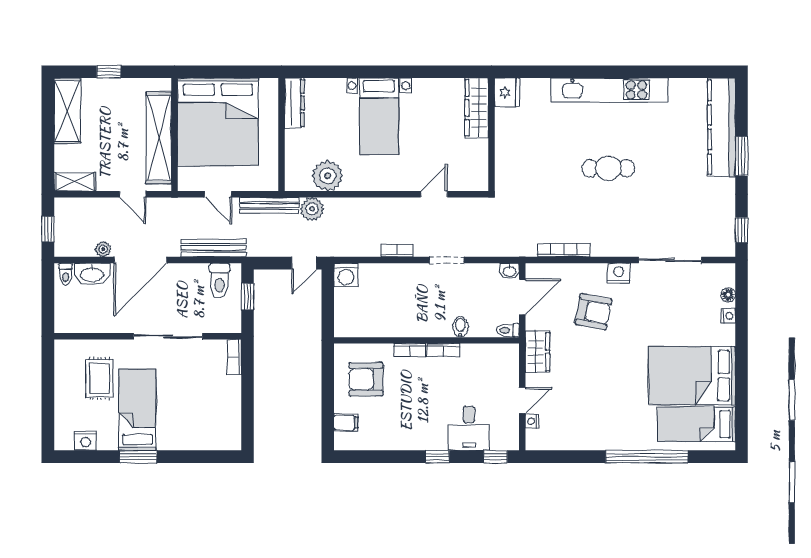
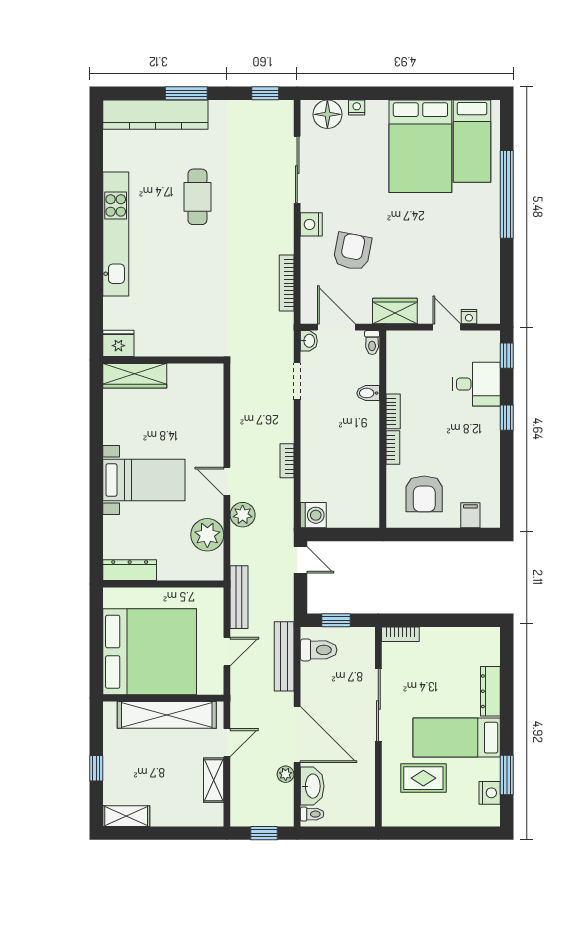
shelving: (67, 111) -> (126, 816), width x0.67, depth x0.75
cafe table: (608, 168) -> (197, 197), moved
shelving: (75, 182) -> (214, 780), moved
door: (434, 194) -> (227, 481), moved
plant: (312, 209) -> (243, 515), moved
doorway: (447, 260) -> (297, 381), moved
floor lamp: (728, 295) -> (327, 114), width x1.89, depth x1.89
dresser: (181, 441) -> (490, 691), added
window: (138, 457) -> (507, 775), moved

